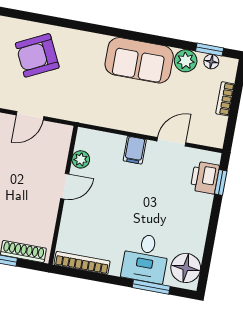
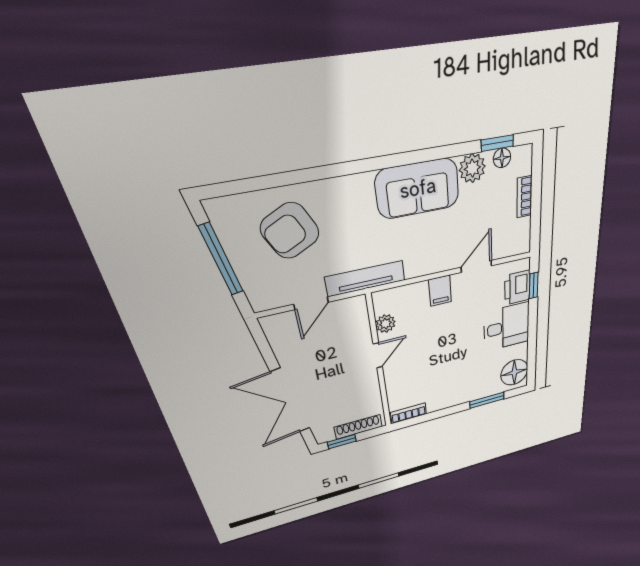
tv unit: (78, 114) -> (365, 279), added
desk: (146, 258) -> (507, 327), moved, turned -90
bookcase: (82, 263) -> (409, 413), width x0.64

